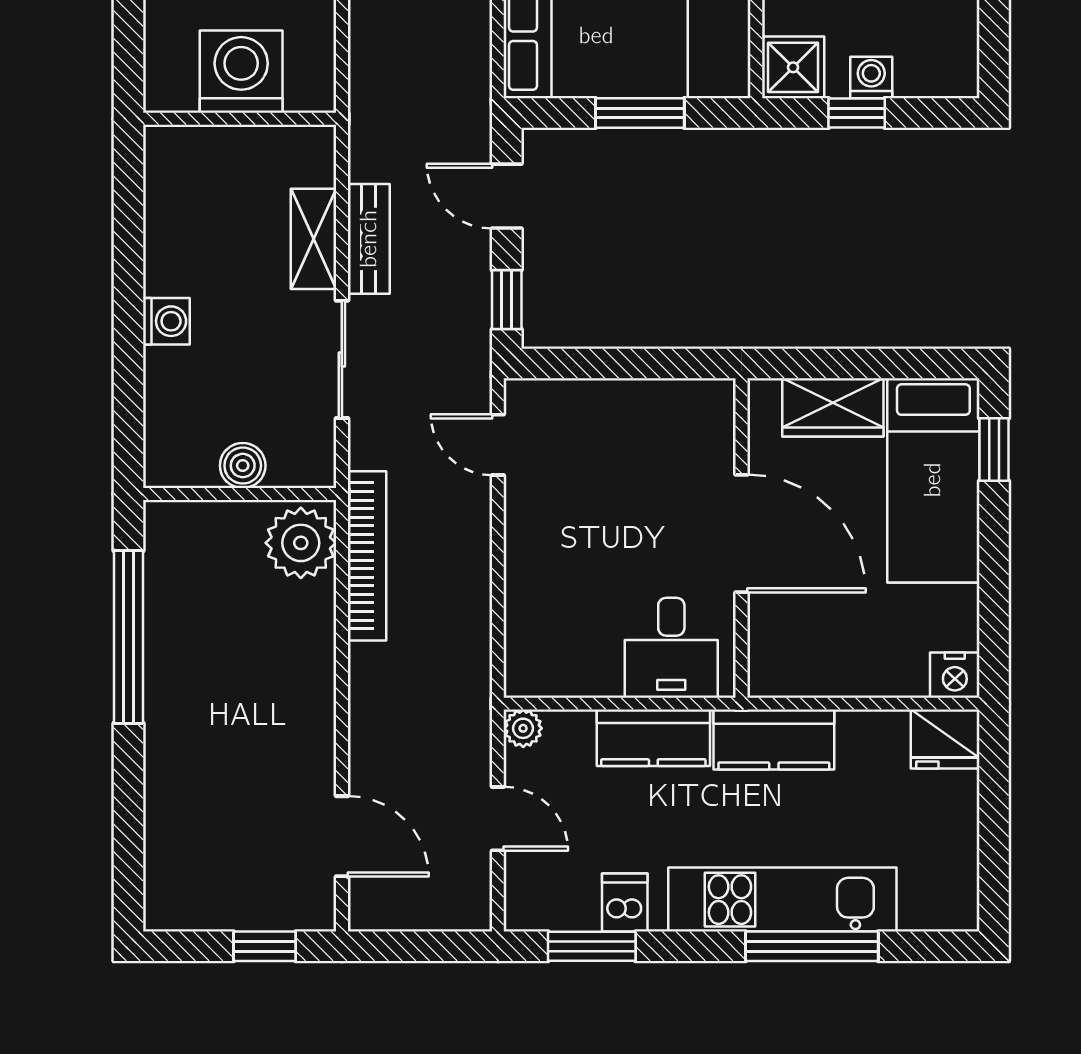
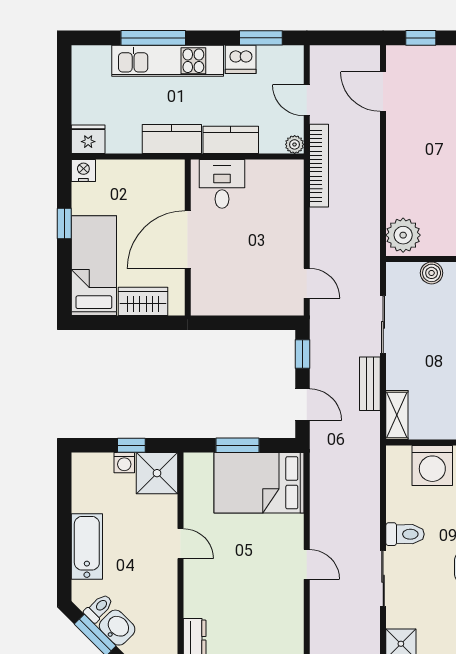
shower: (793, 67) -> (157, 473), width x1.36, depth x1.36
shelving: (313, 239) -> (397, 415), moved
window: (994, 450) -> (64, 223), moved
door: (742, 533) -> (188, 240), hinge flipped
bookcase: (367, 556) -> (319, 166), moved, turned 180
dishwasher: (625, 903) -> (241, 59), width x1.38

